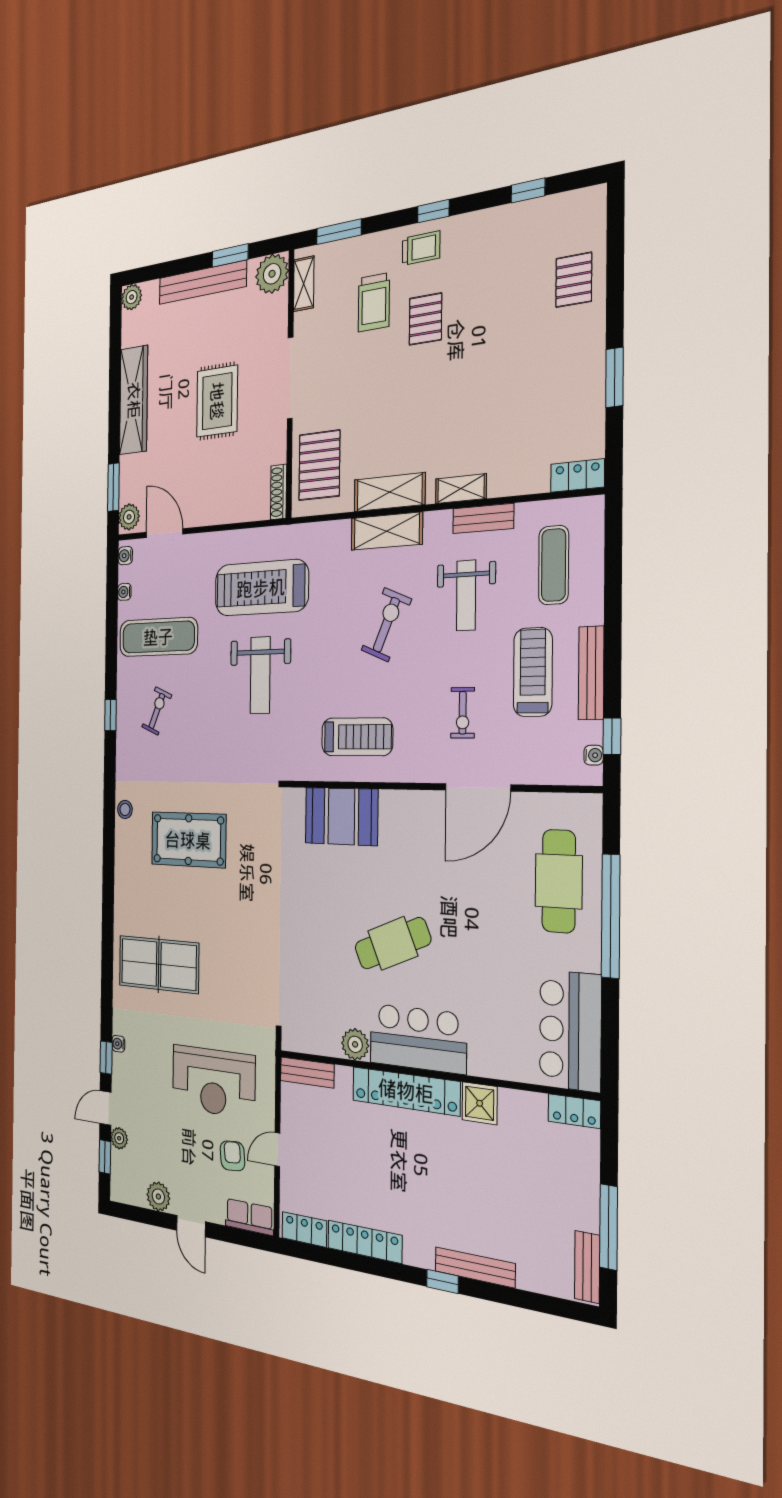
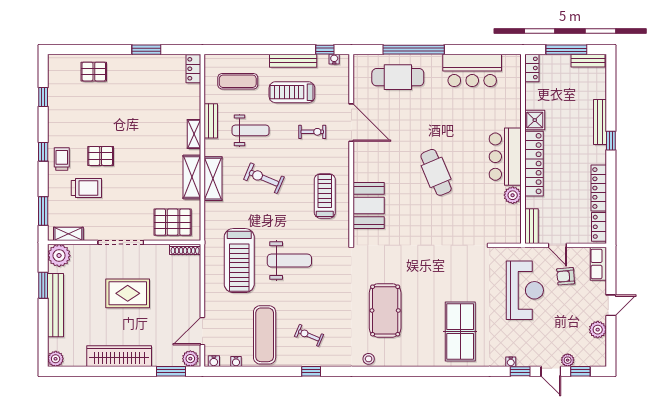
bar counter: (418, 1039) -> (505, 157), moved
plant: (355, 1044) -> (513, 195), moved
bench: (307, 1072) -> (532, 226), moved
wall: (430, 1074) -> (523, 149), moved
locker: (406, 1091) -> (534, 164), moved
shower: (480, 1103) -> (535, 120), moved
locker: (574, 1111) -> (532, 68), moved

